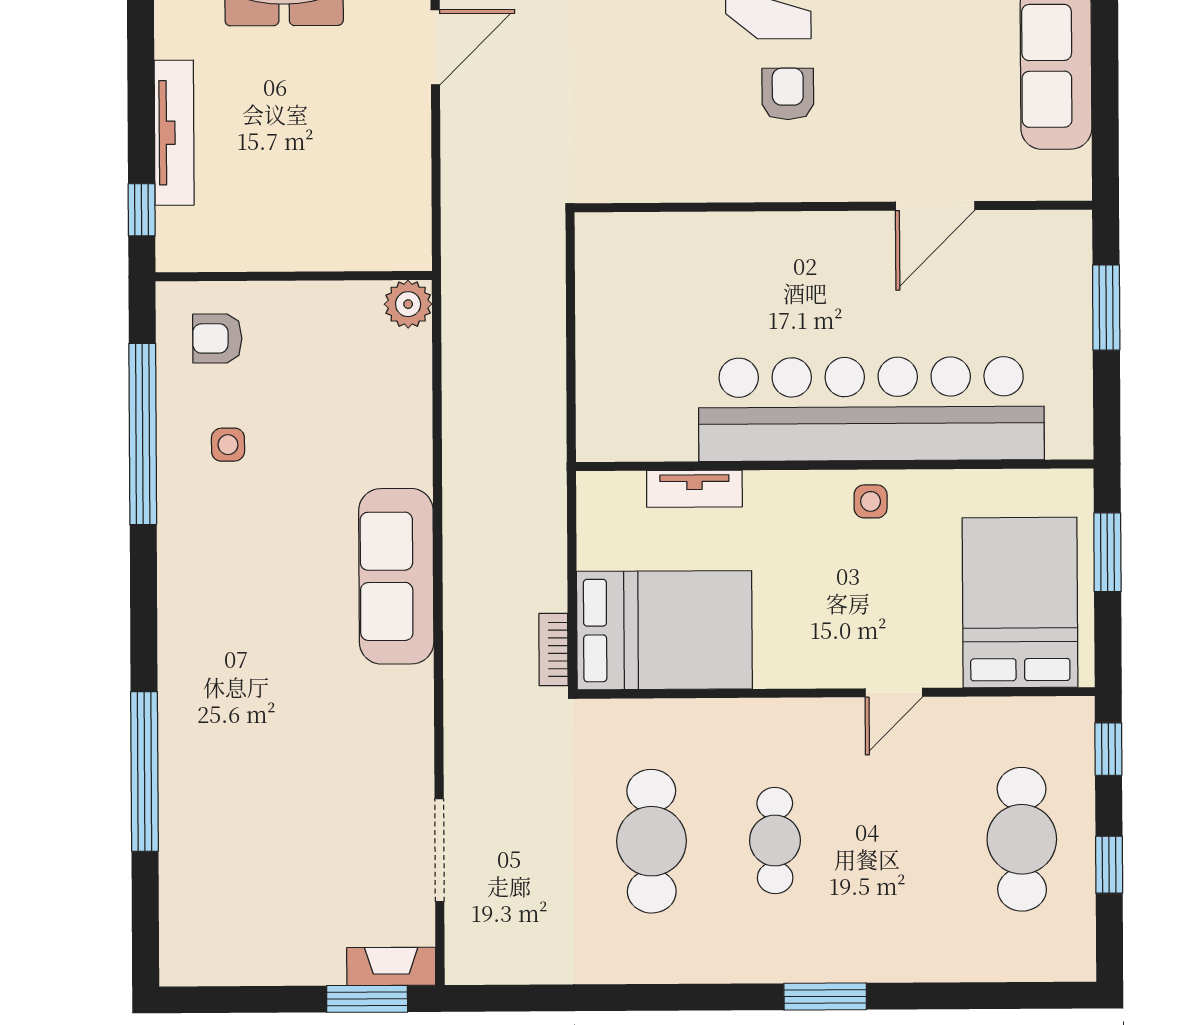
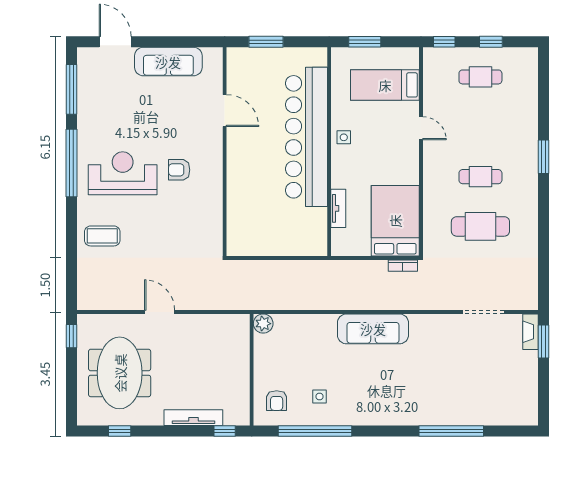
bed: (1020, 603) -> (385, 85), width x0.67
cafe table: (1022, 839) -> (480, 77), width x0.73, depth x0.74

